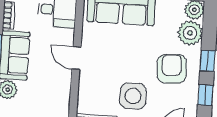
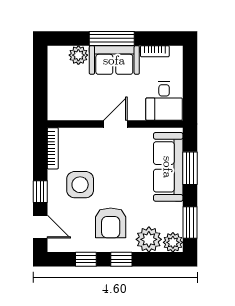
armchair: (172, 69) -> (111, 223), turned 93

